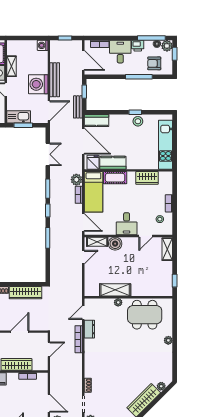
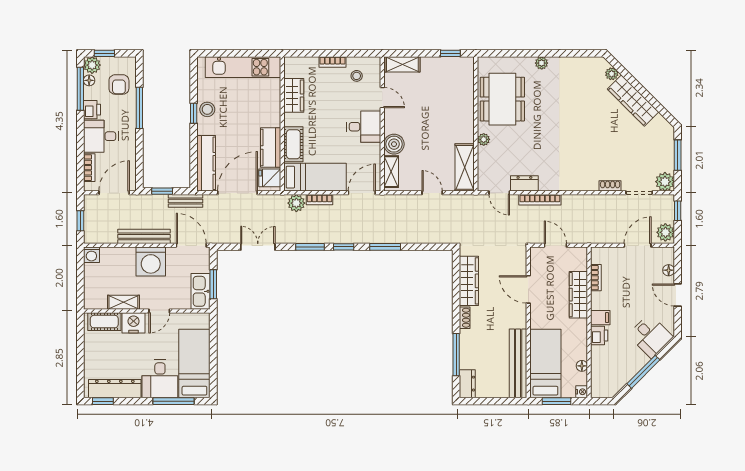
kitchen counter: (96, 121) -> (206, 163), width x1.50
door: (83, 257) -> (432, 193), moved
shelving: (115, 290) -> (465, 167), moved

